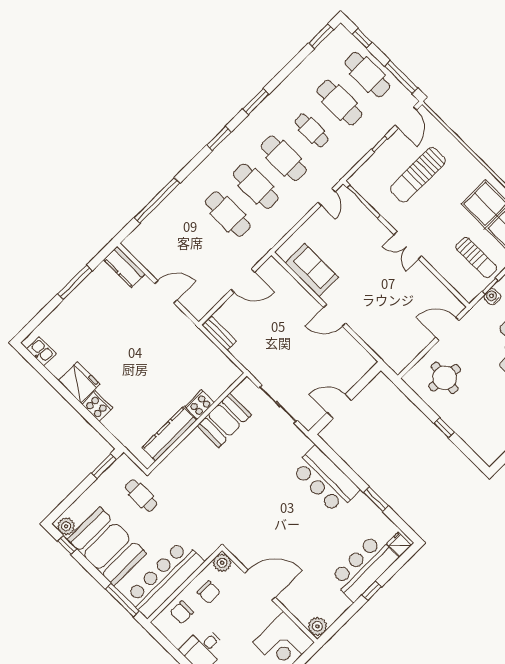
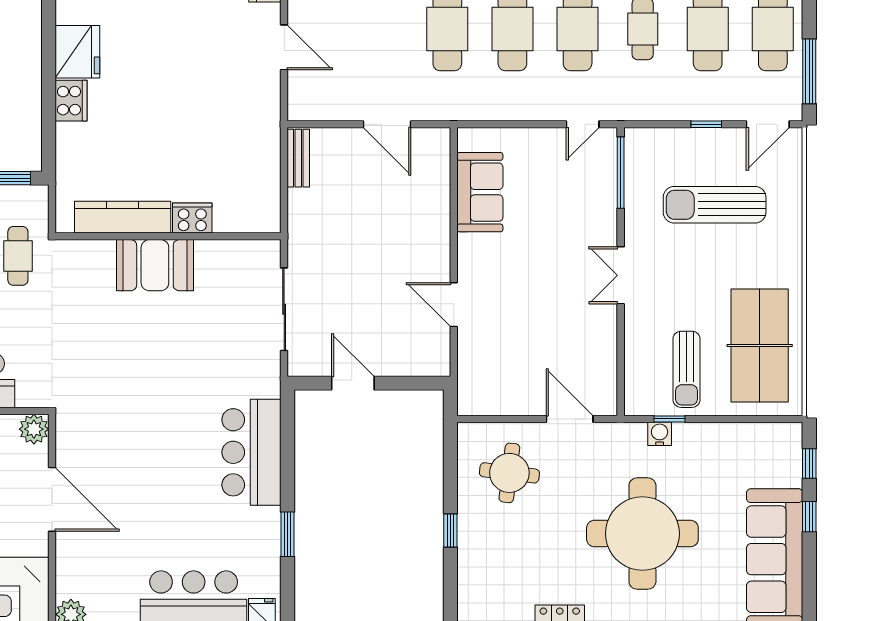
door: (335, 315) -> (454, 305), moved
booth: (224, 420) -> (155, 265), moved

